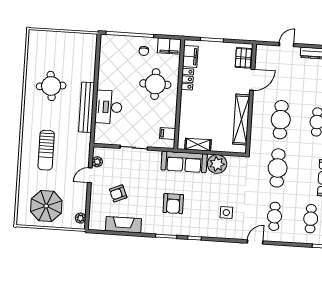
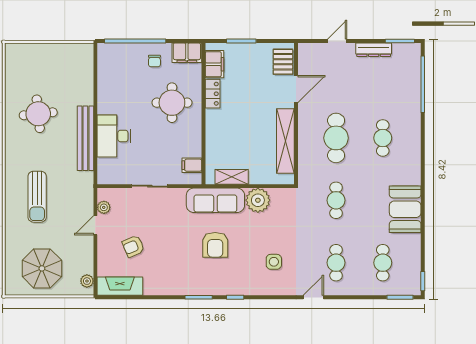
cafe table: (278, 168) -> (336, 200), width x0.73, depth x0.74
armchair: (173, 204) -> (215, 245), moved
fireplace: (123, 225) -> (120, 286), moved

